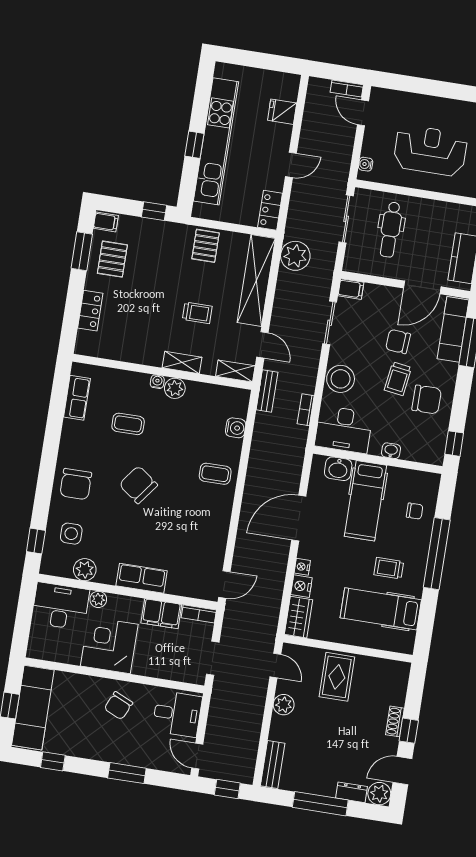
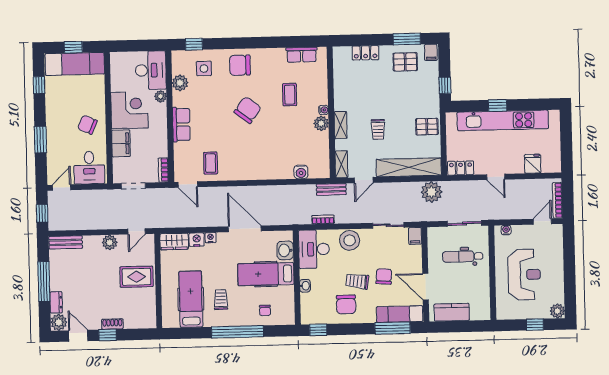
bookcase: (347, 89) -> (557, 200), width x1.56
coffee table: (215, 474) -> (211, 163), moved
filing cabinet: (161, 614) -> (121, 143), moved, turned 180

